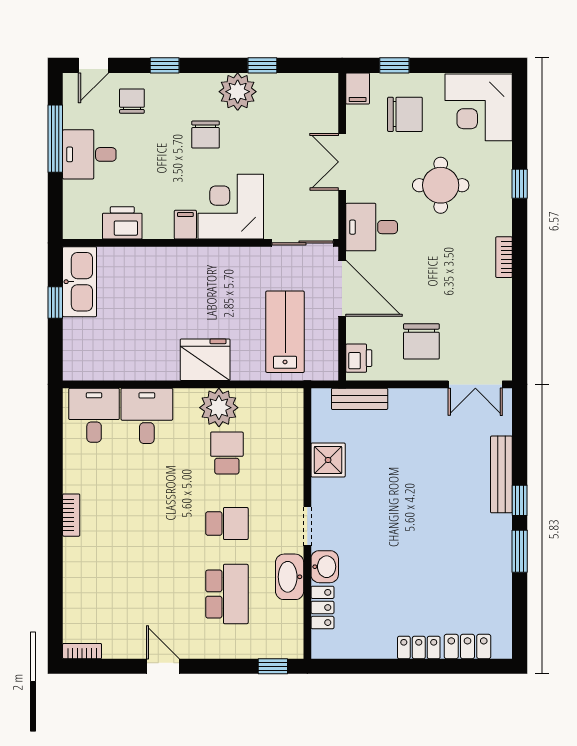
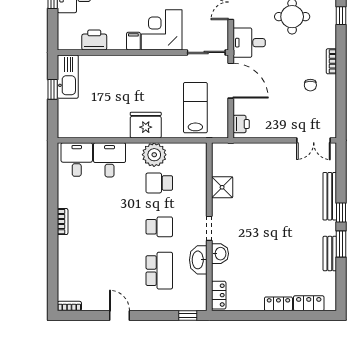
chair: (421, 341) -> (310, 85), moved, width x0.54, depth x0.54
bench: (360, 399) -> (330, 254), moved, turned 90
school desk: (227, 453) -> (159, 183), turned -90
locker: (322, 607) -> (219, 295), moved

